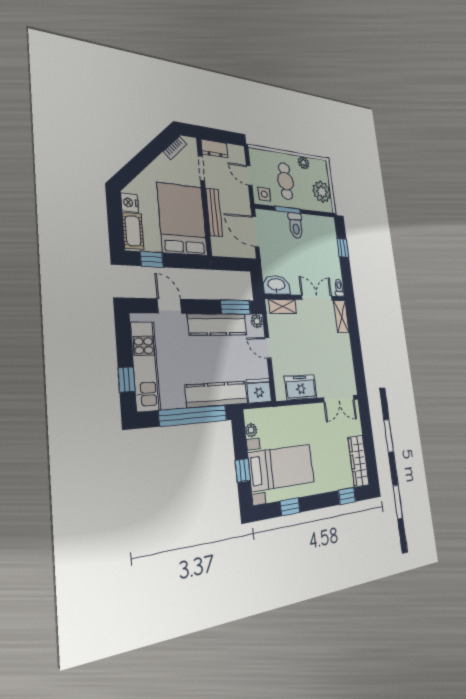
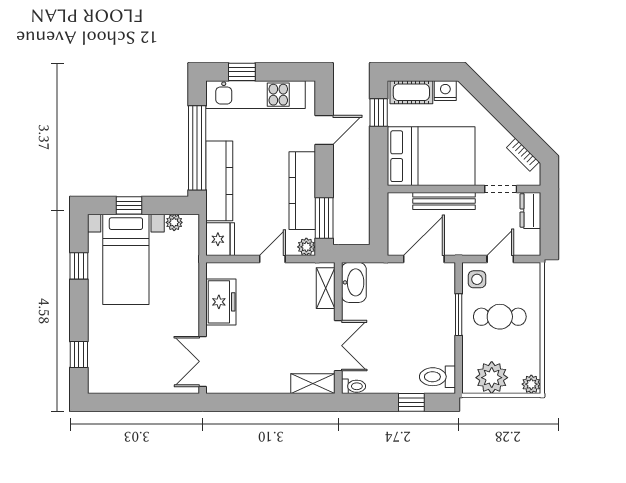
plant: (304, 163) -> (531, 384), moved
toilet: (296, 226) -> (437, 377), moved
wardrobe: (359, 461) -> (120, 381), removed

